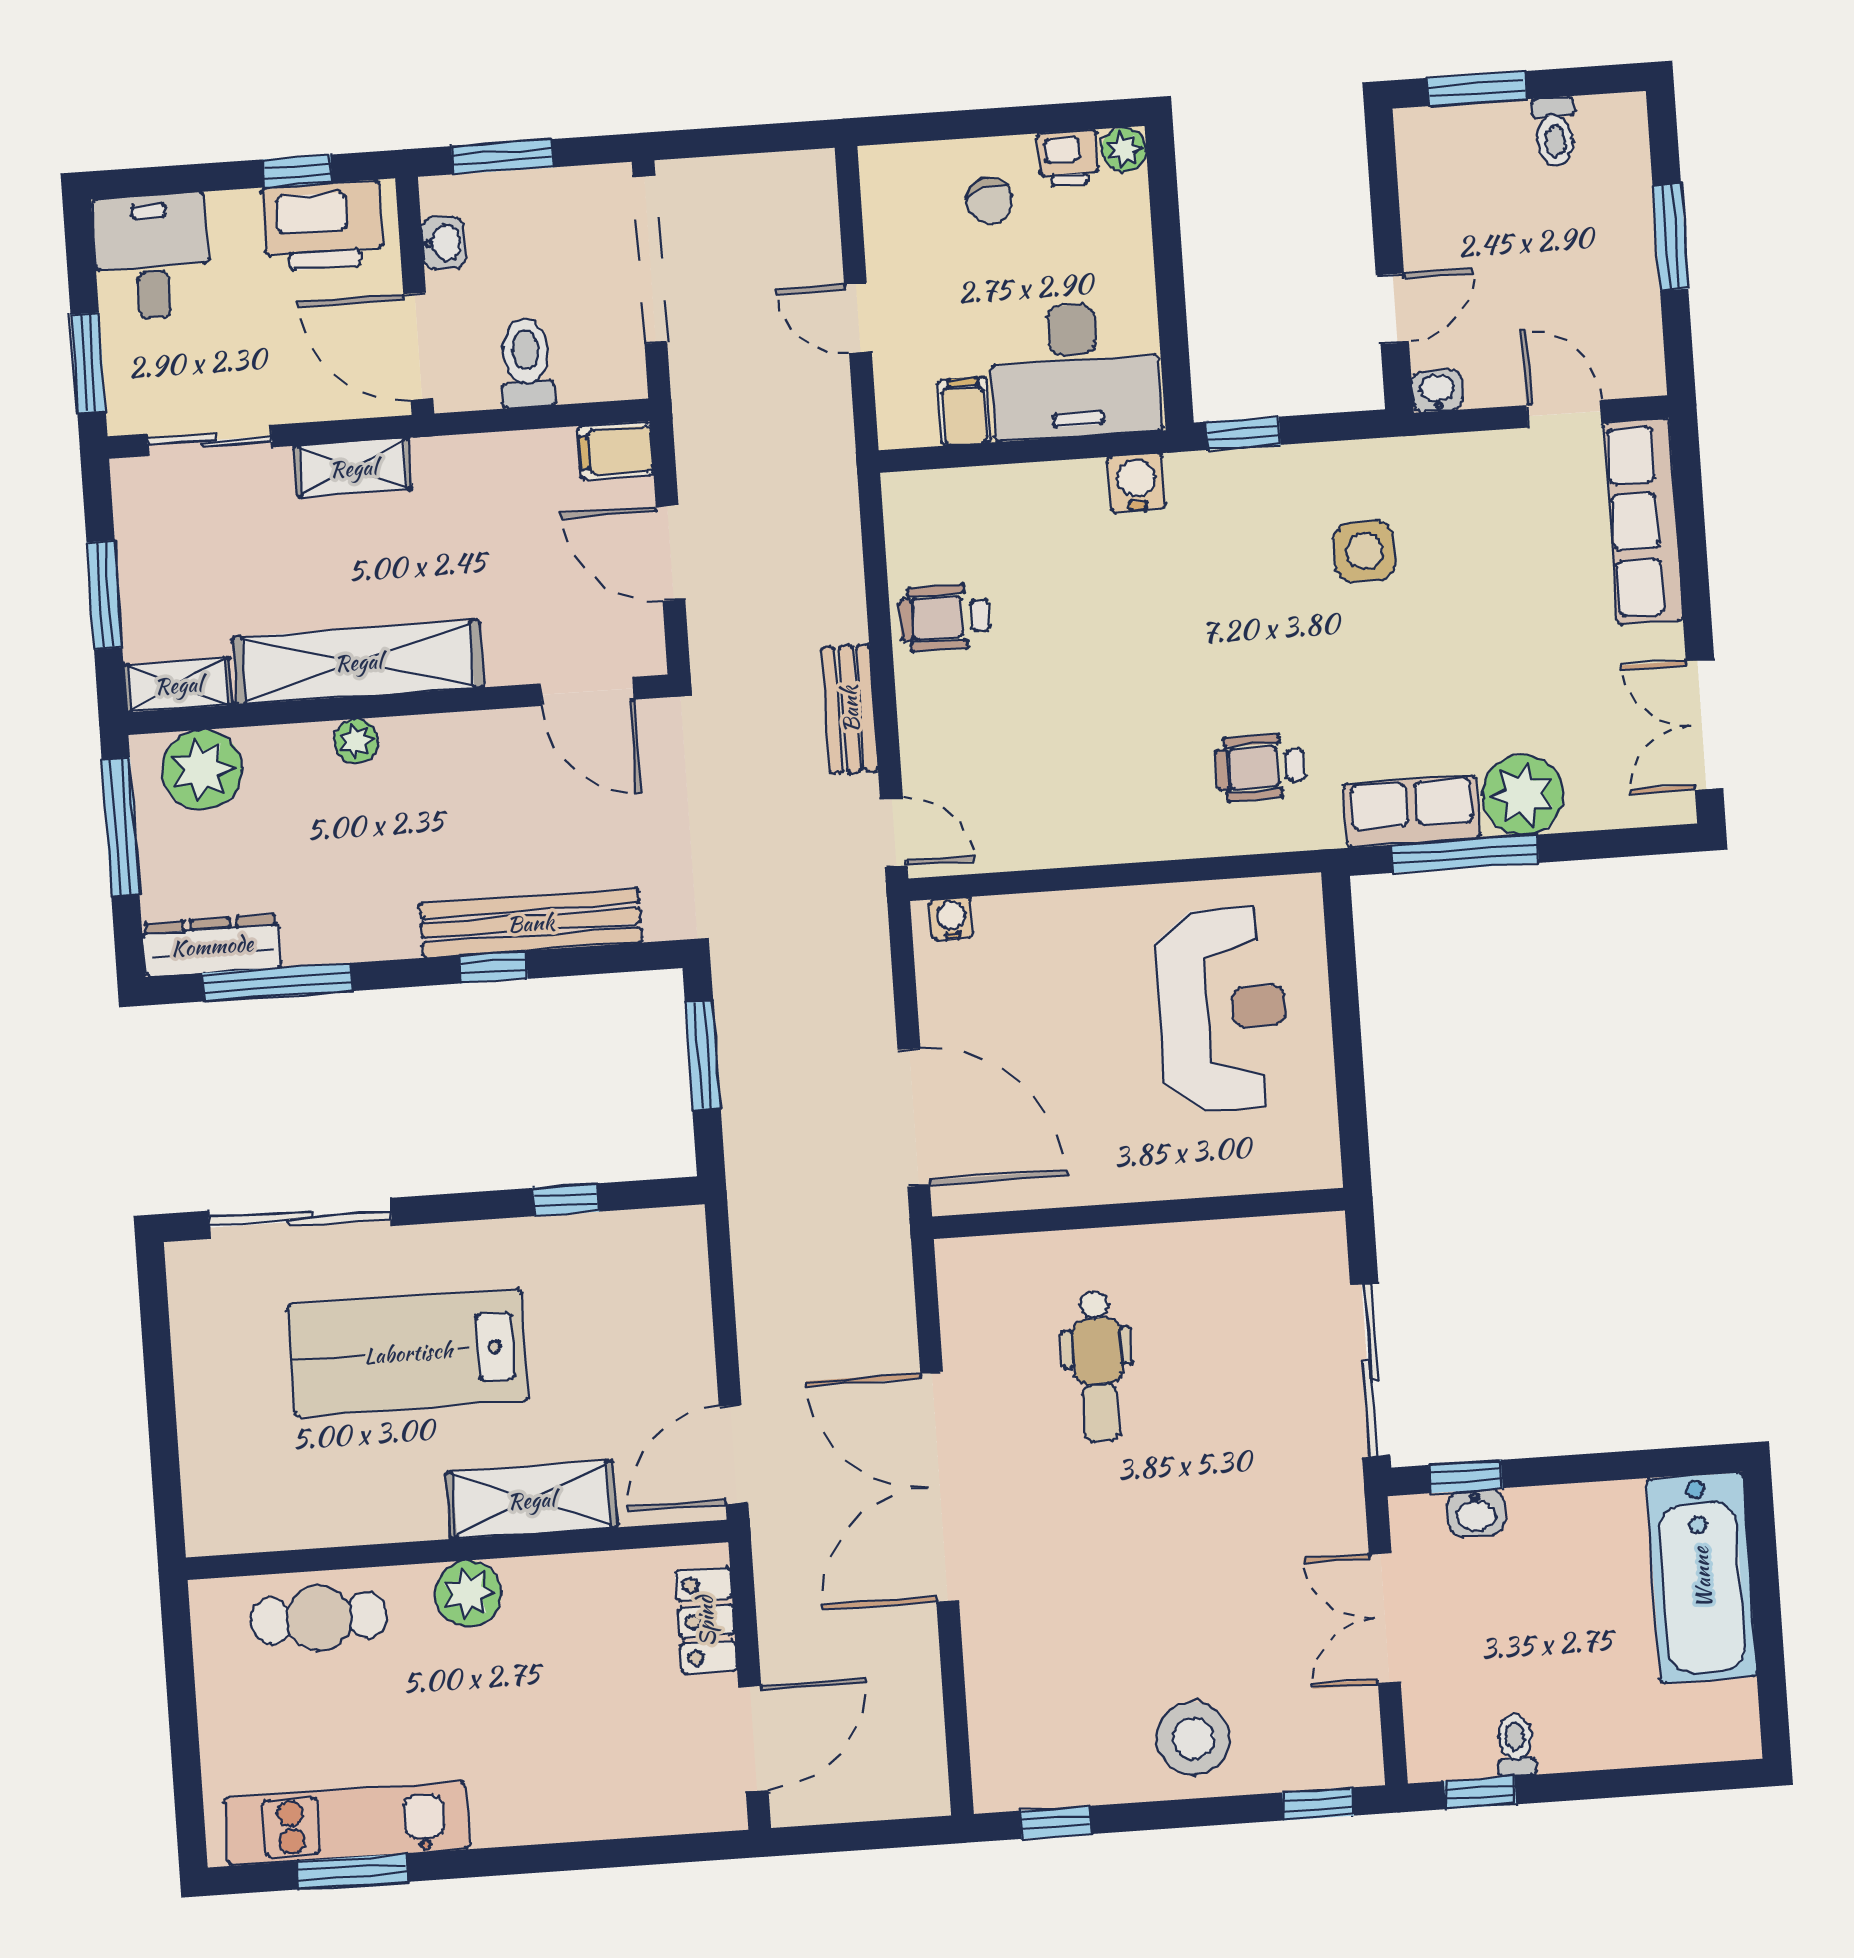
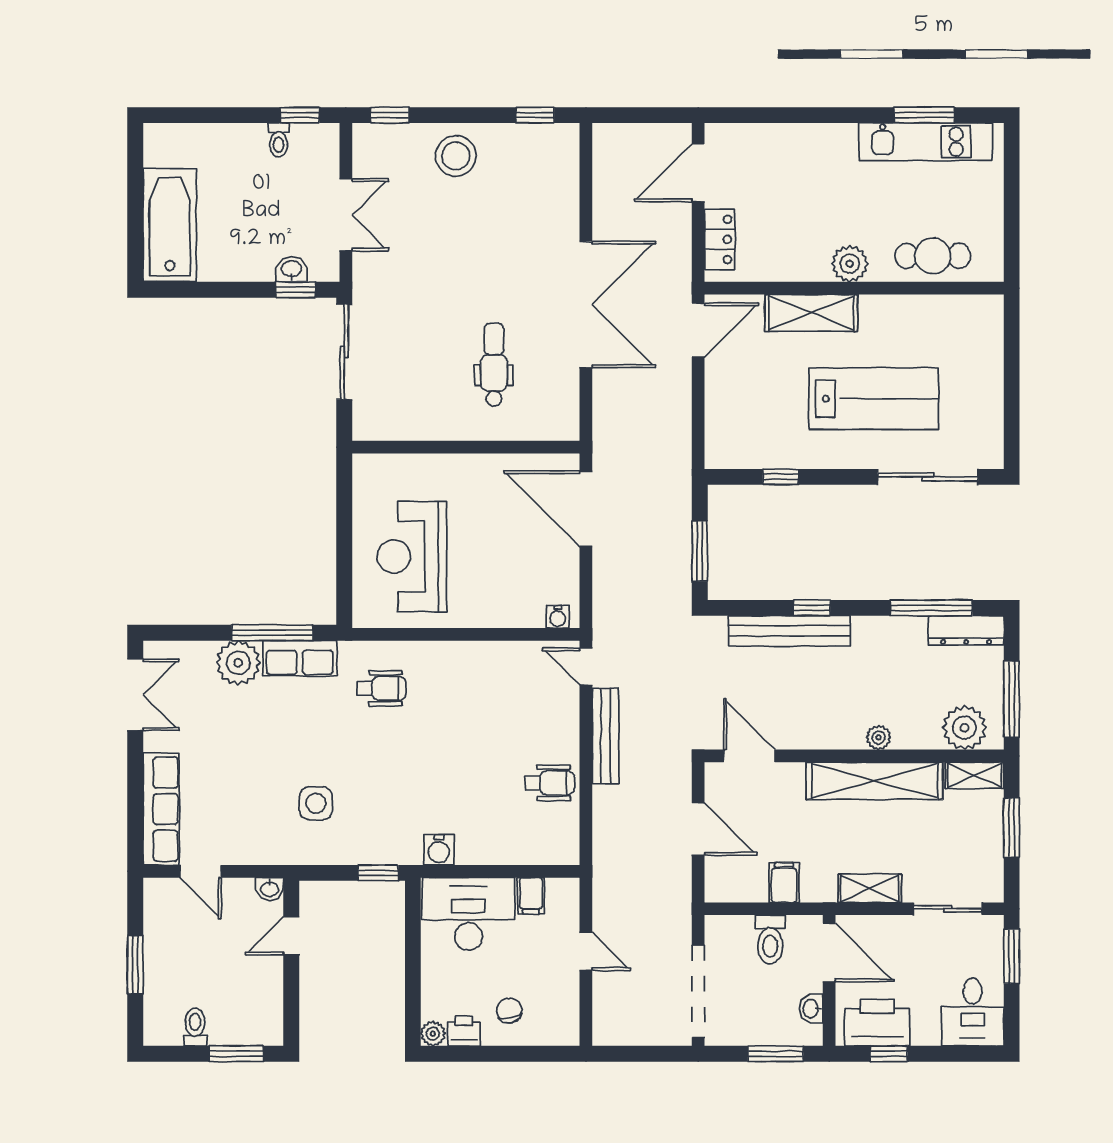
filing cabinet: (616, 451) -> (784, 883), moved, turned -90
bench: (850, 709) -> (606, 736), width x1.36

